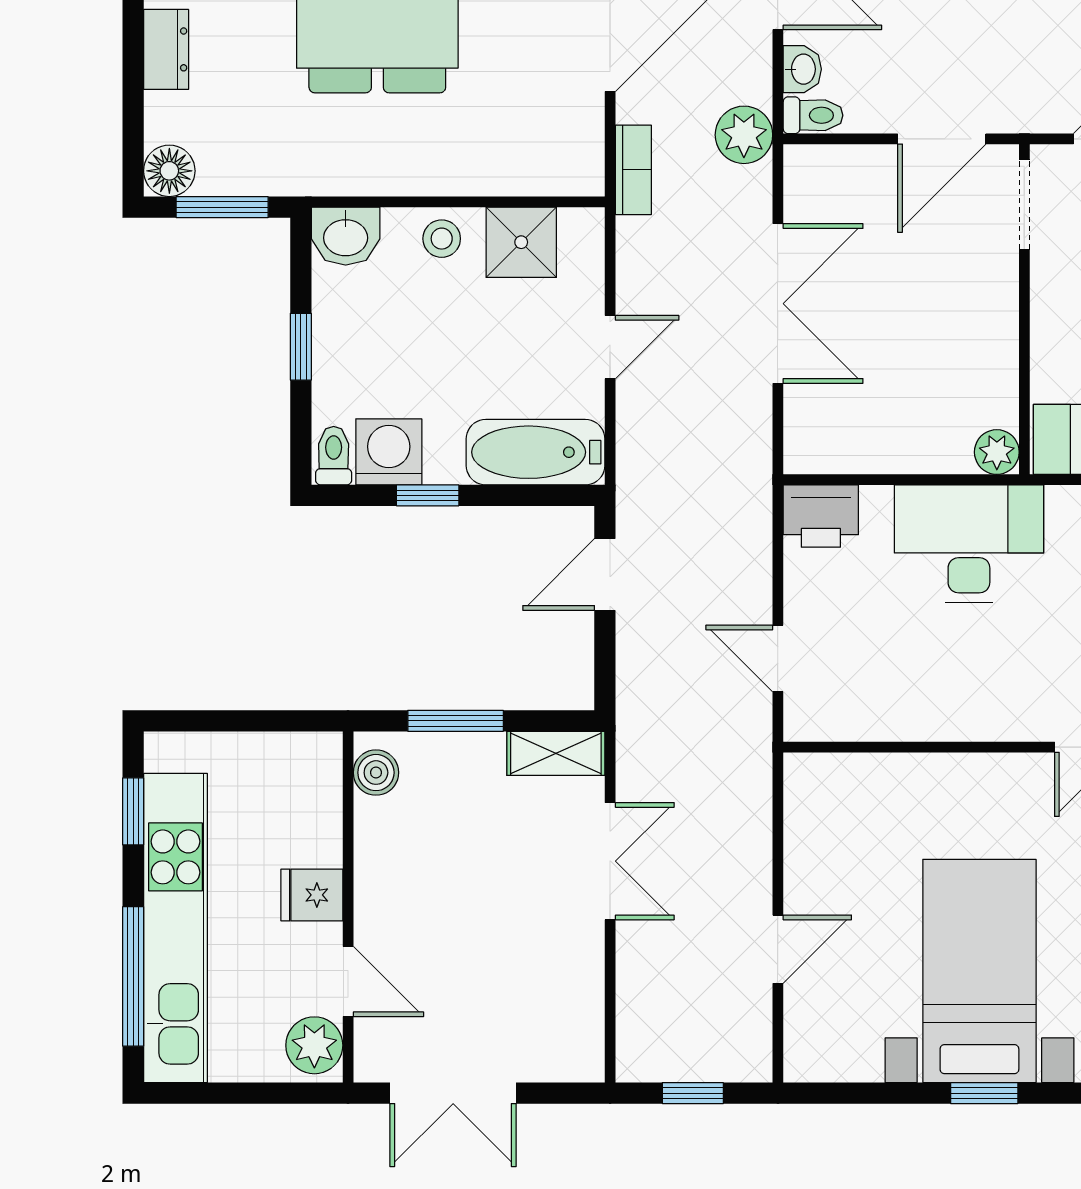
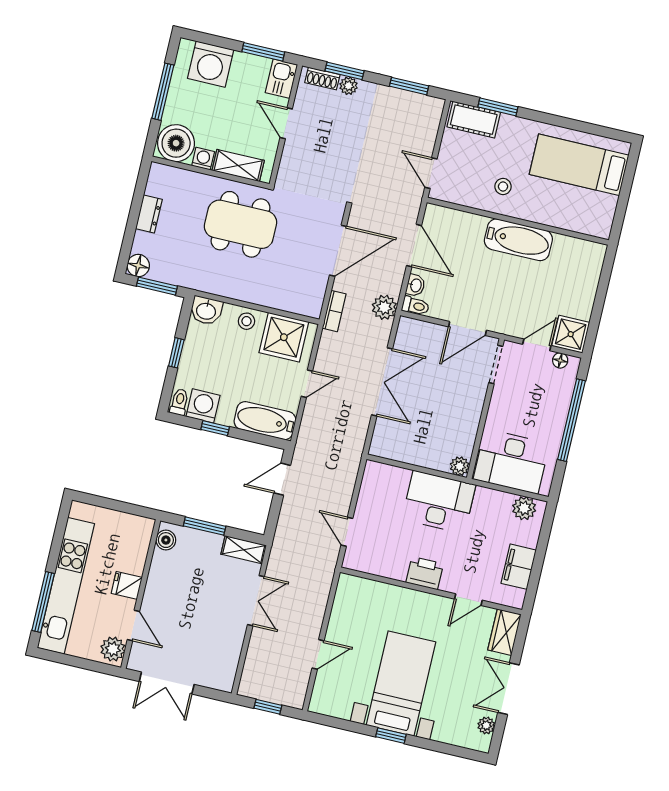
shower: (521, 242) -> (284, 337), width x1.36, depth x1.36
printer: (821, 516) -> (425, 573), moved, turned 180
window: (133, 811) -> (59, 532), removed

